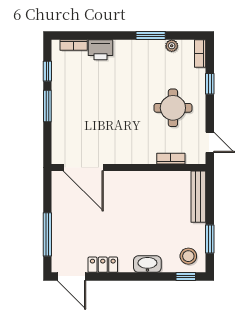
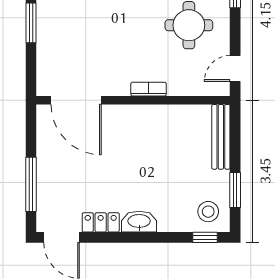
door: (210, 142) -> (235, 69), swing flipped
bookcase: (171, 159) -> (149, 89), moved
washbasin: (147, 264) -> (139, 222), moved

